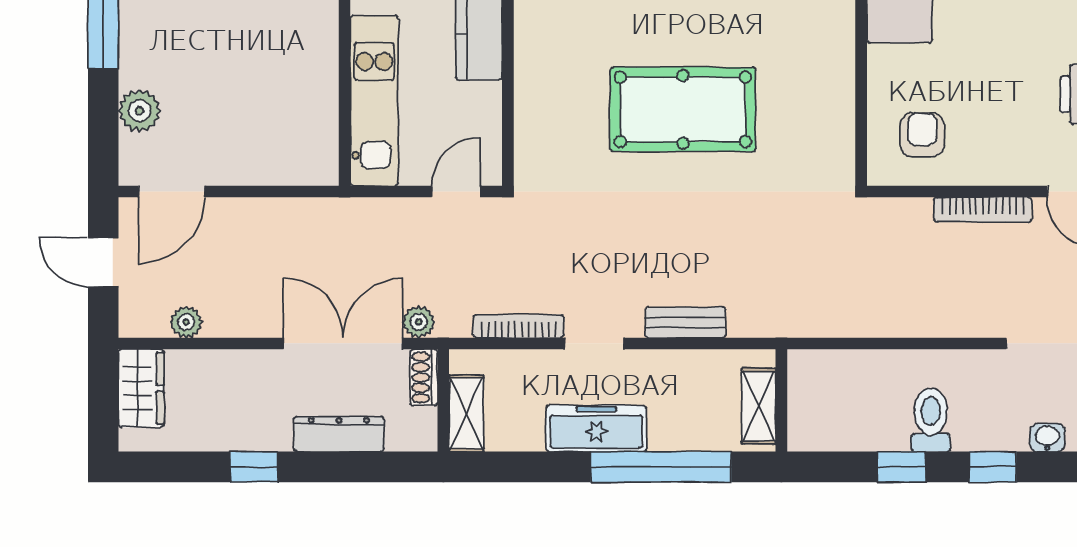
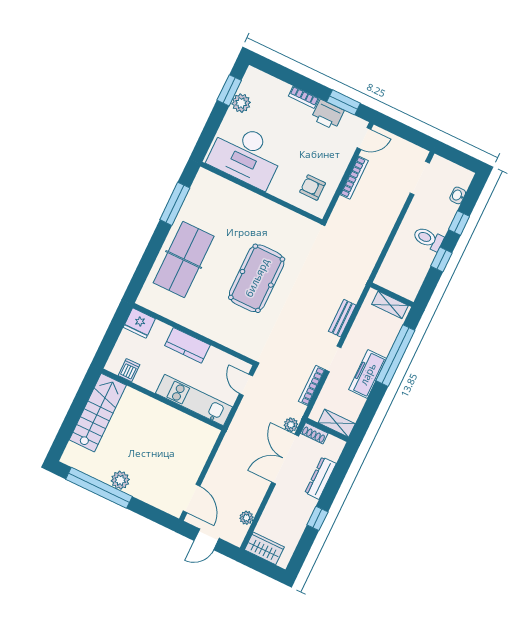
plant: (139, 111) -> (120, 480), moved

